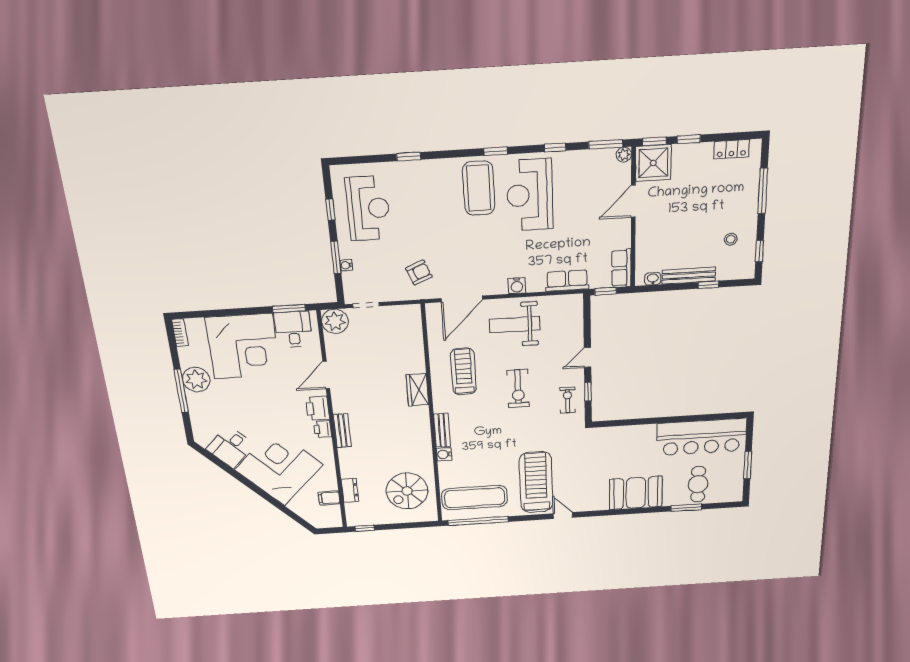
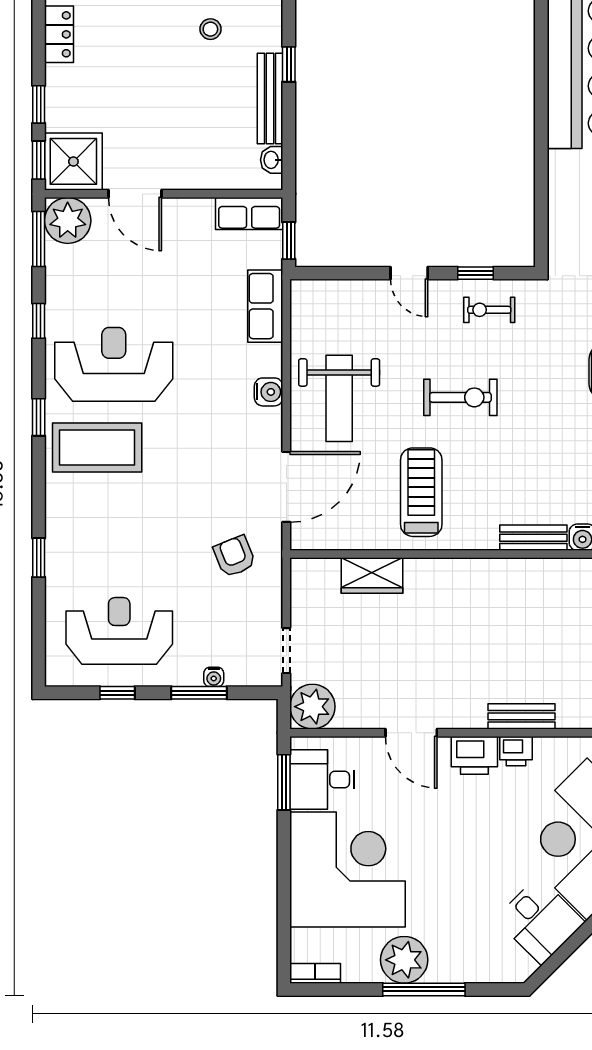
plant: (624, 155) -> (68, 221), width x1.88, depth x1.88
reception desk: (530, 195) -> (114, 364), turned 180
door: (462, 299) -> (286, 487), hinge flipped
treadmill: (463, 372) -> (421, 492), turned 90
wardrobe: (417, 390) -> (372, 576), moved

